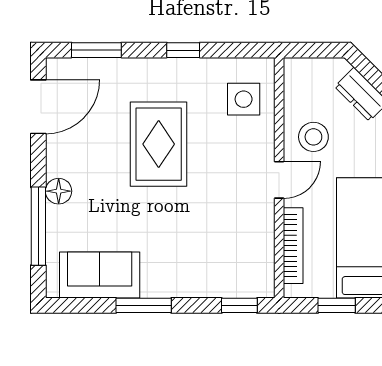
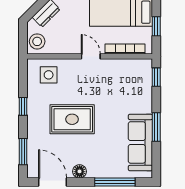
stool: (313, 137) -> (37, 41), moved
floor lamp: (59, 191) -> (80, 171), moved
sofa: (100, 275) -> (140, 142), width x1.36

